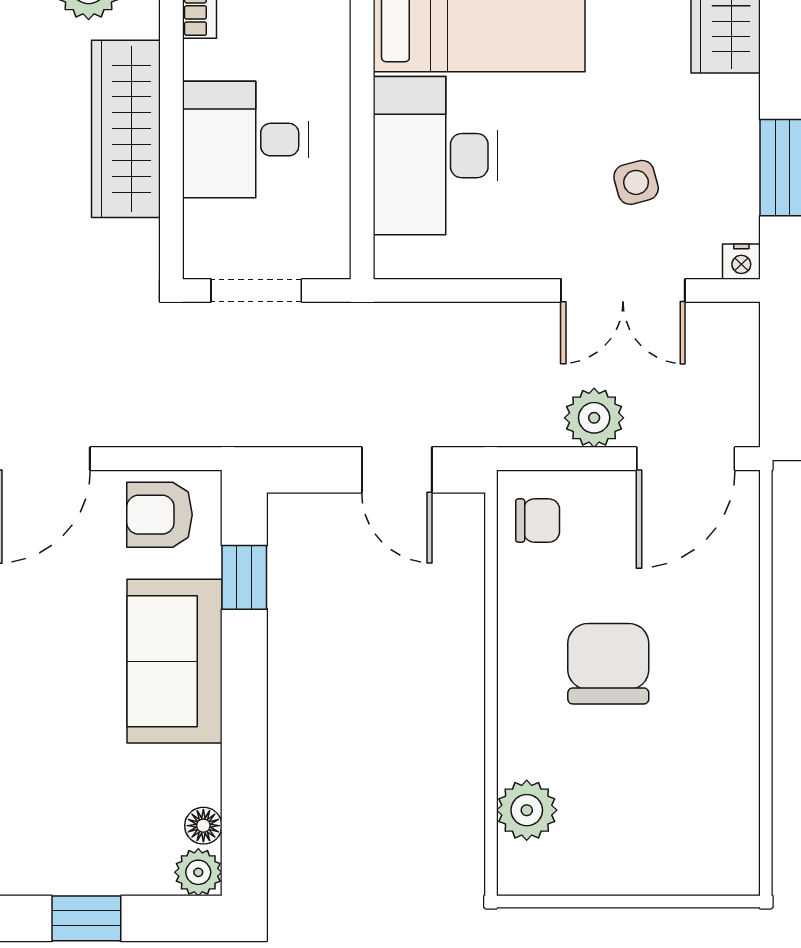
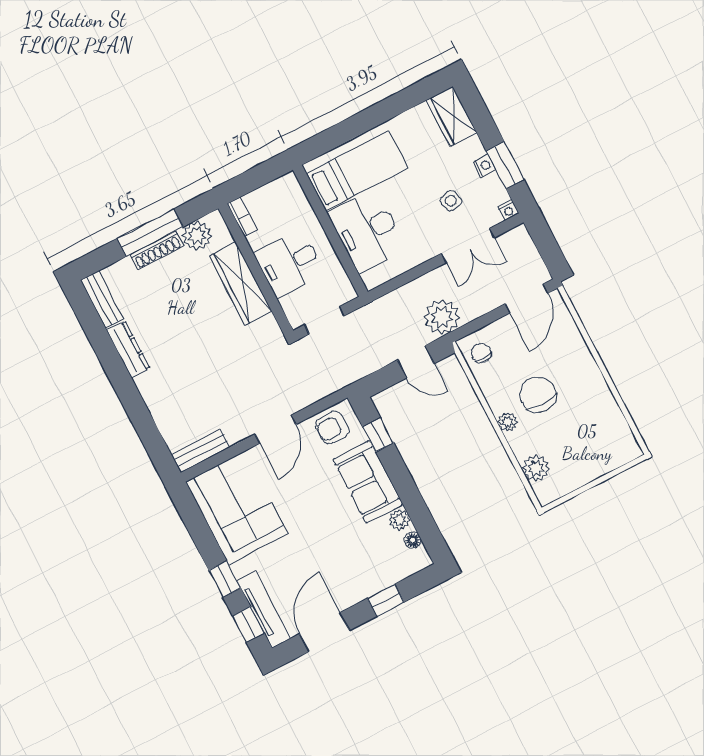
nightstand: (740, 147) -> (484, 166), added
plant: (594, 418) -> (442, 317), moved, width x1.36, depth x1.36
chair: (538, 521) -> (481, 353), turned -90
plant: (518, 687) -> (507, 422), added
plant: (198, 872) -> (400, 520), moved

